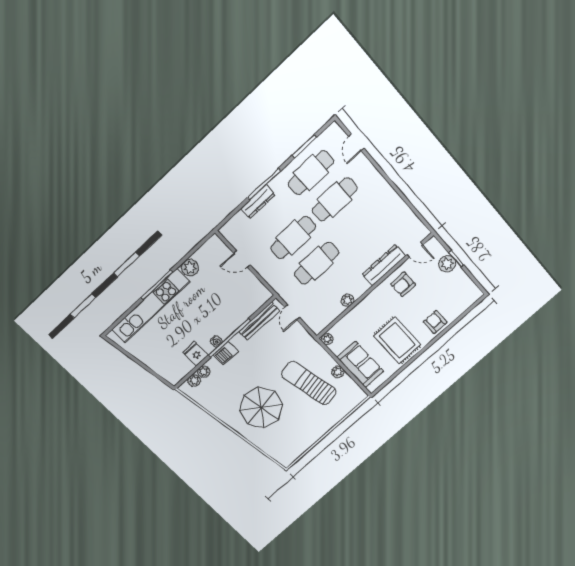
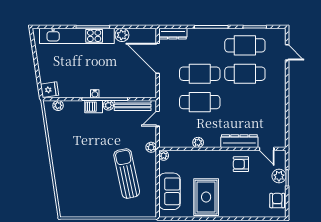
door: (356, 142) -> (287, 52), swing flipped
dresser: (258, 202) -> (173, 34), moved
door: (242, 259) -> (158, 58), width x1.87
armchair: (435, 322) -> (277, 201), moved
fridge: (195, 354) -> (49, 90), moved, turned 82
plant: (204, 372) -> (108, 105), moved
plant: (338, 372) -> (151, 147), moved
parasol: (261, 407) -> (82, 161), removed

